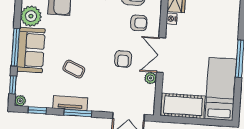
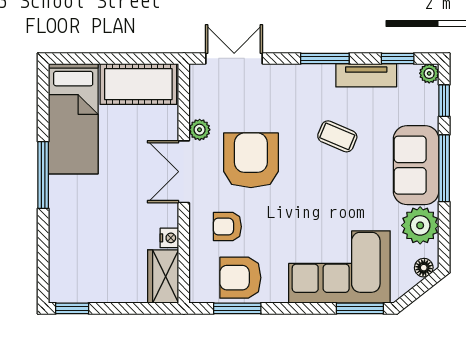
double door: (161, 55) -> (184, 172), swing flipped
armchair: (123, 59) -> (251, 160), width x1.88, depth x1.88
tv unit: (70, 103) -> (366, 75), moved

